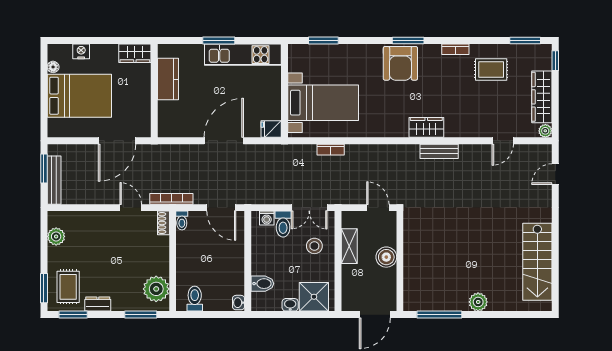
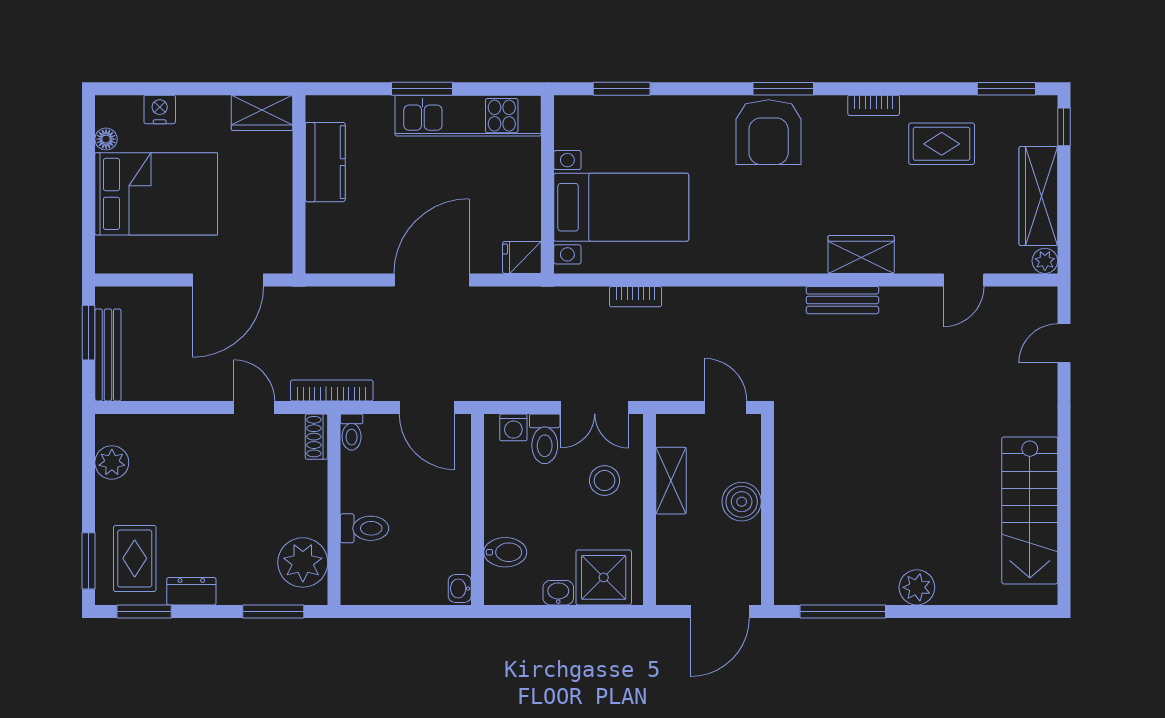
wardrobe: (426, 127) -> (861, 254), moved
toilet: (195, 299) -> (364, 528), moved, turned 90

